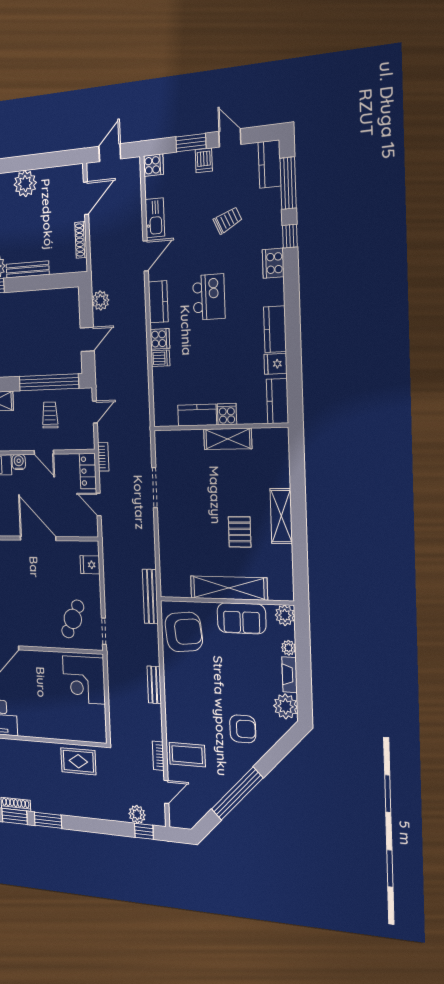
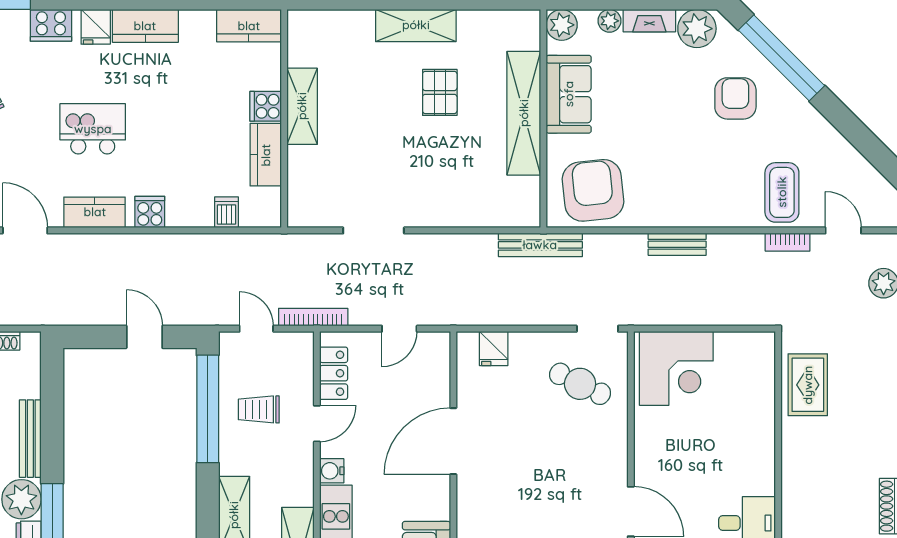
plant: (100, 300) -> (87, 311), removed
dishwasher: (160, 358) -> (226, 212), moved
fridge: (275, 364) -> (96, 27), moved
bookcase: (103, 457) -> (313, 317), width x1.56
locker: (88, 471) -> (334, 373), moved, turned -90
pallet: (240, 532) -> (440, 92), turned 90
window: (237, 794) -> (781, 58), moved

